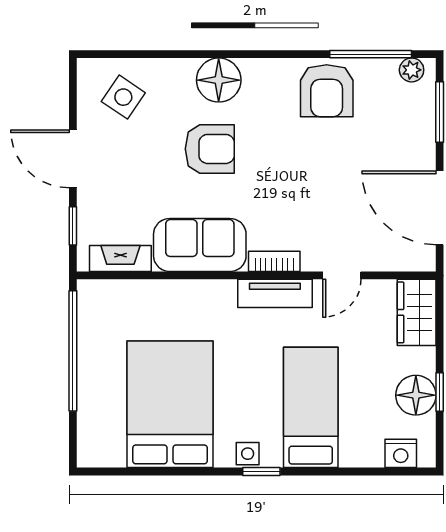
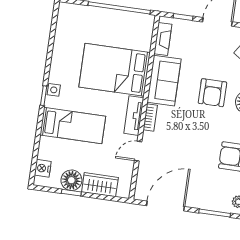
door: (342, 275) -> (138, 151), hinge flipped
wardrobe: (417, 312) -> (100, 185), moved
bed: (170, 404) -> (115, 70), moved, turned 180

